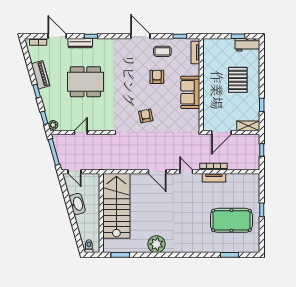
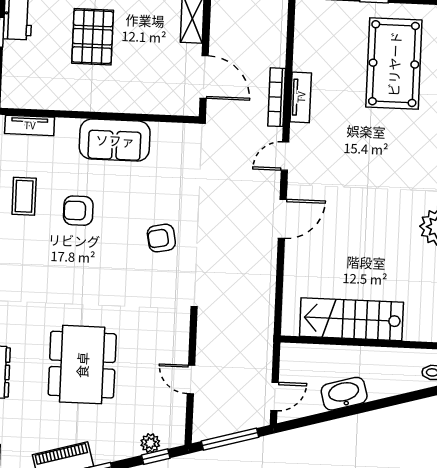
pallet: (238, 80) -> (93, 37), turned 90
plant: (53, 125) -> (150, 443), moved
stairs: (116, 206) -> (351, 319), width x0.73, depth x0.66

